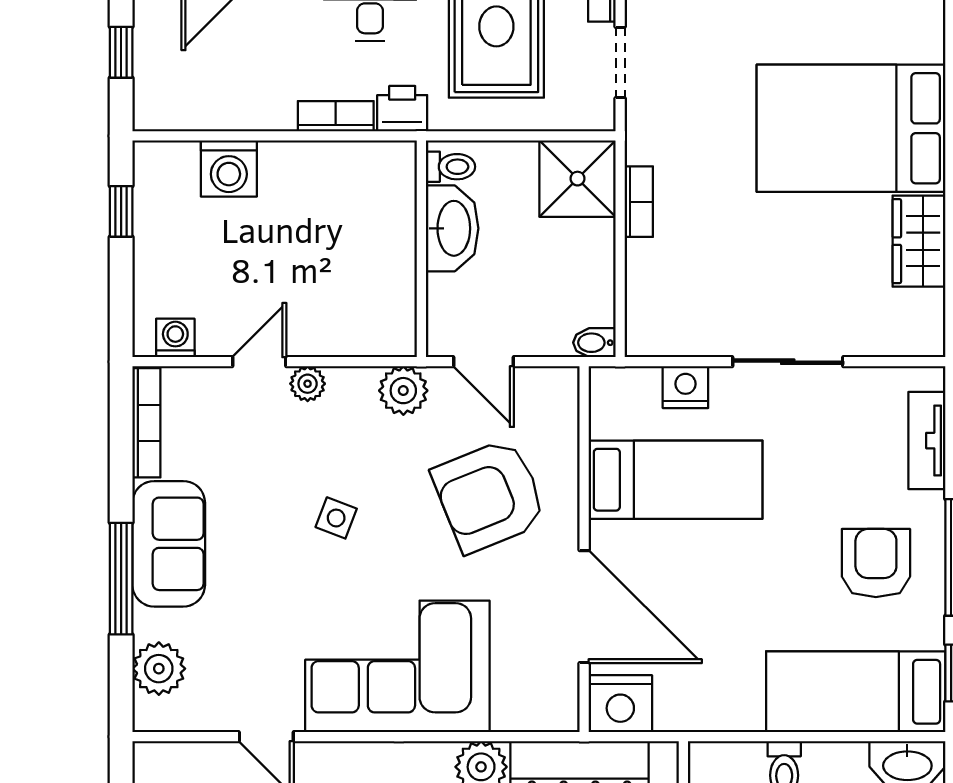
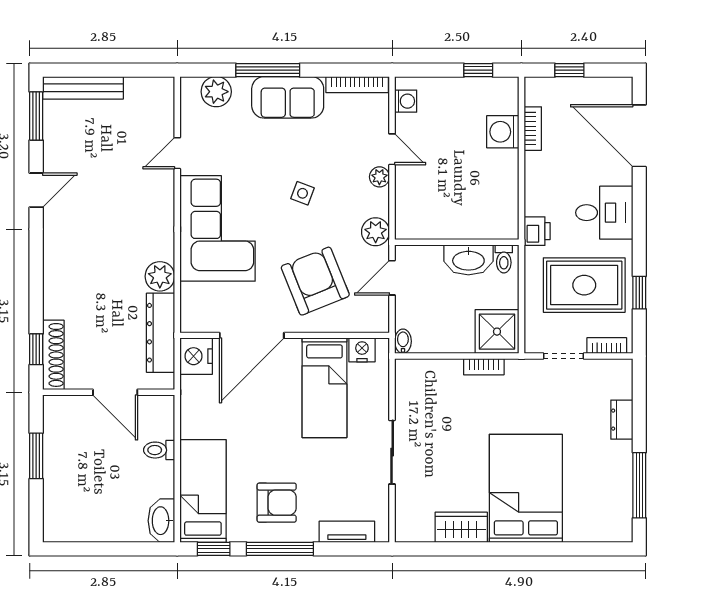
bookcase: (336, 116) -> (533, 129), moved
nightstand: (685, 387) -> (362, 350), moved, turned -90

